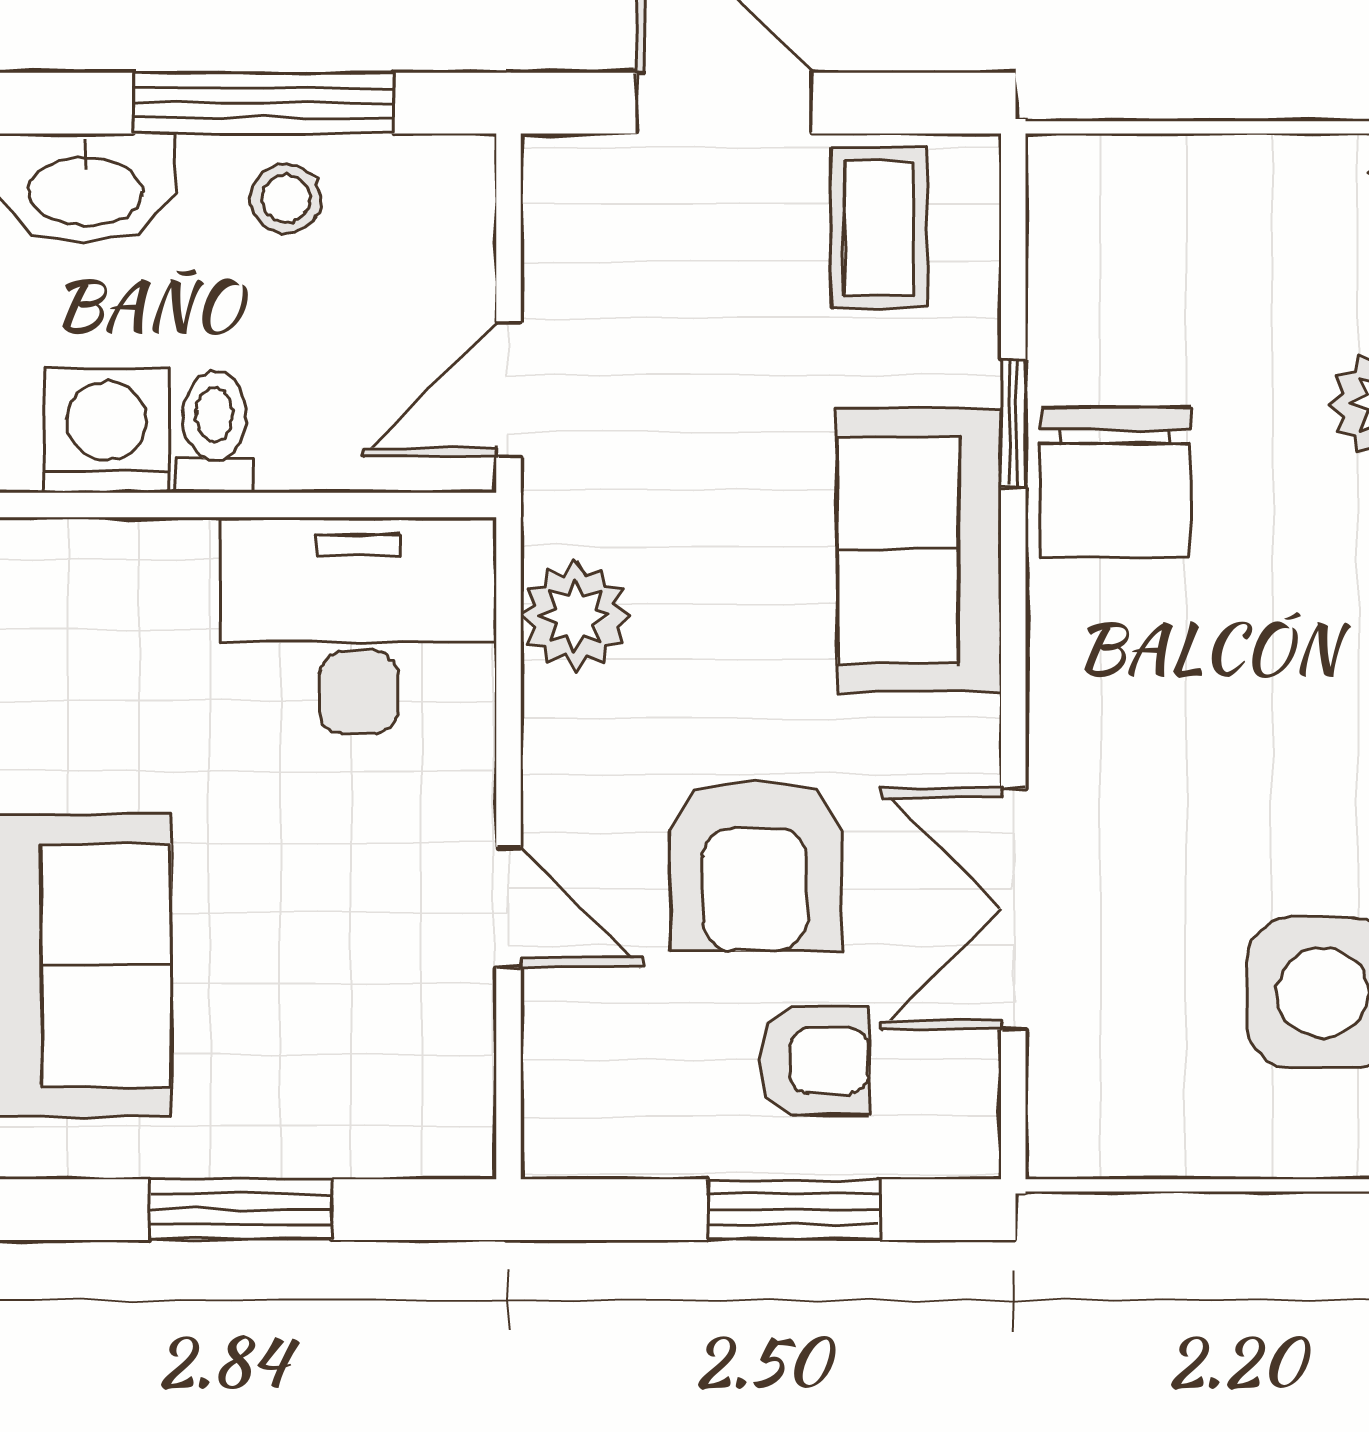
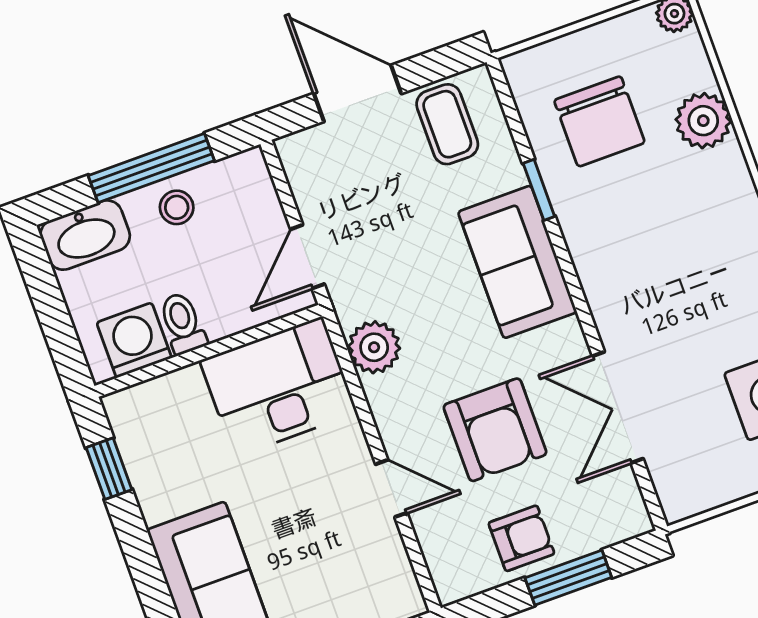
chair: (1115, 482) -> (599, 121), moved
armchair: (814, 1061) -> (521, 538), moved

